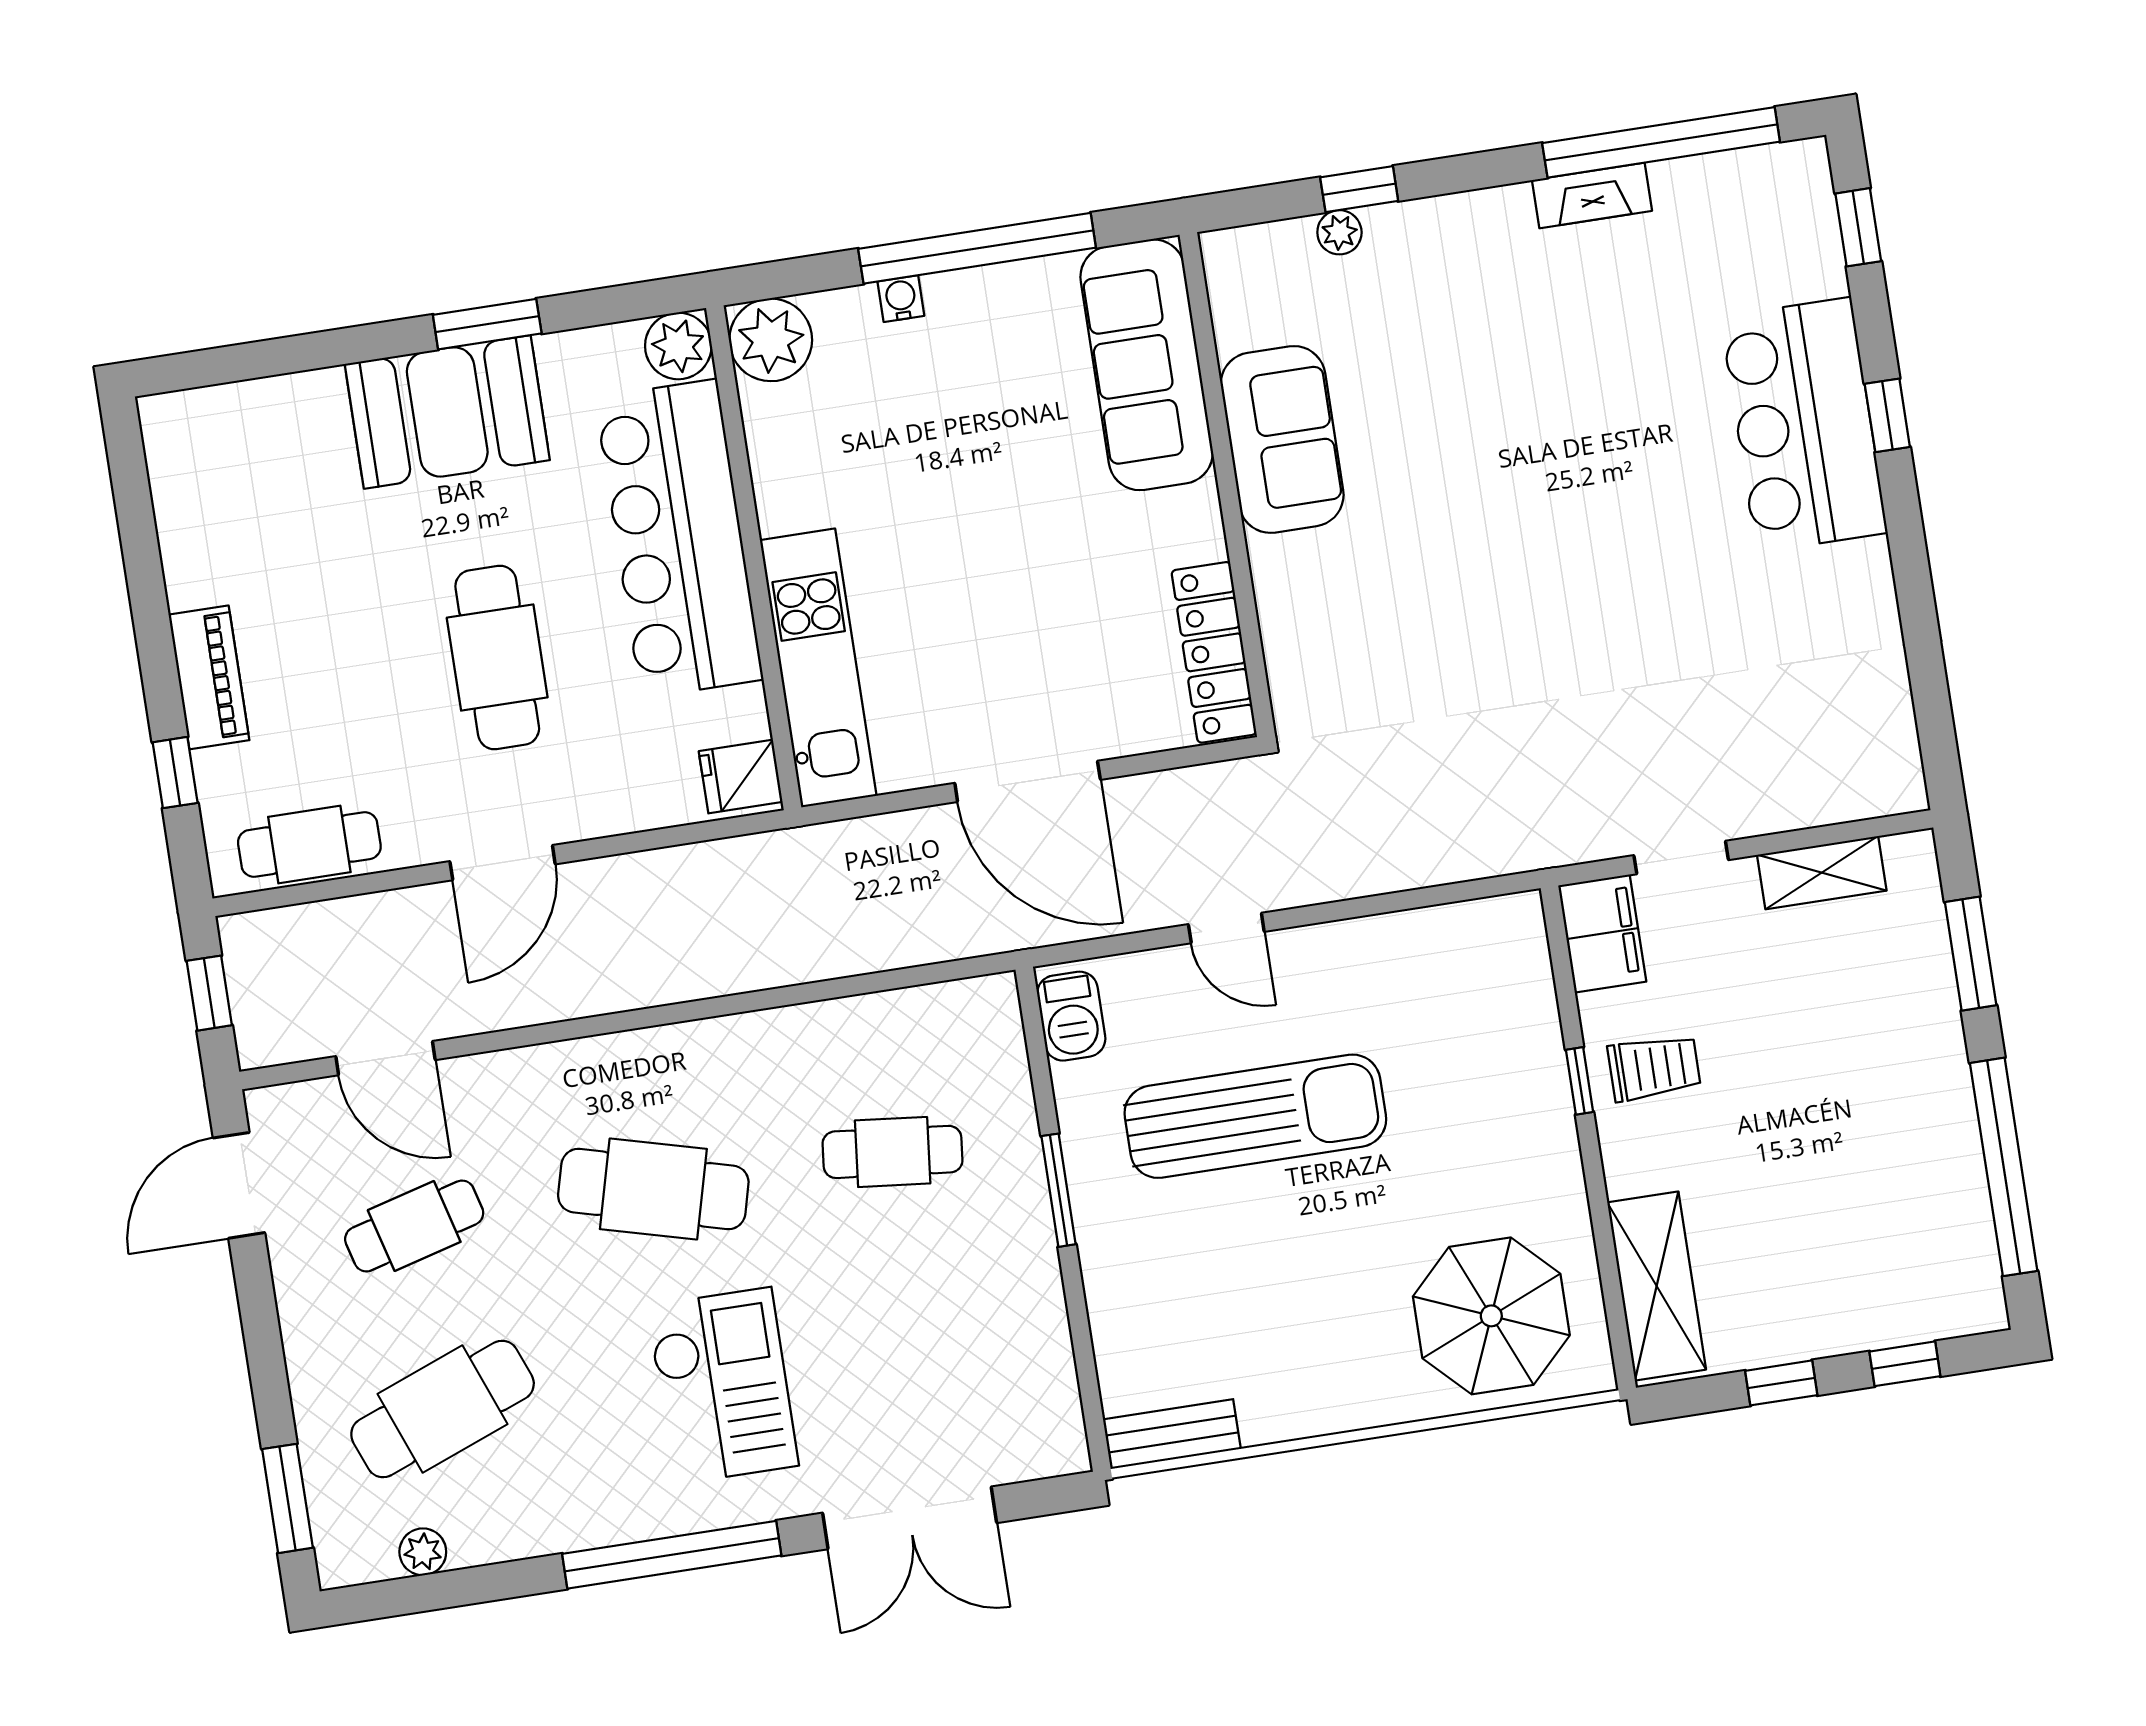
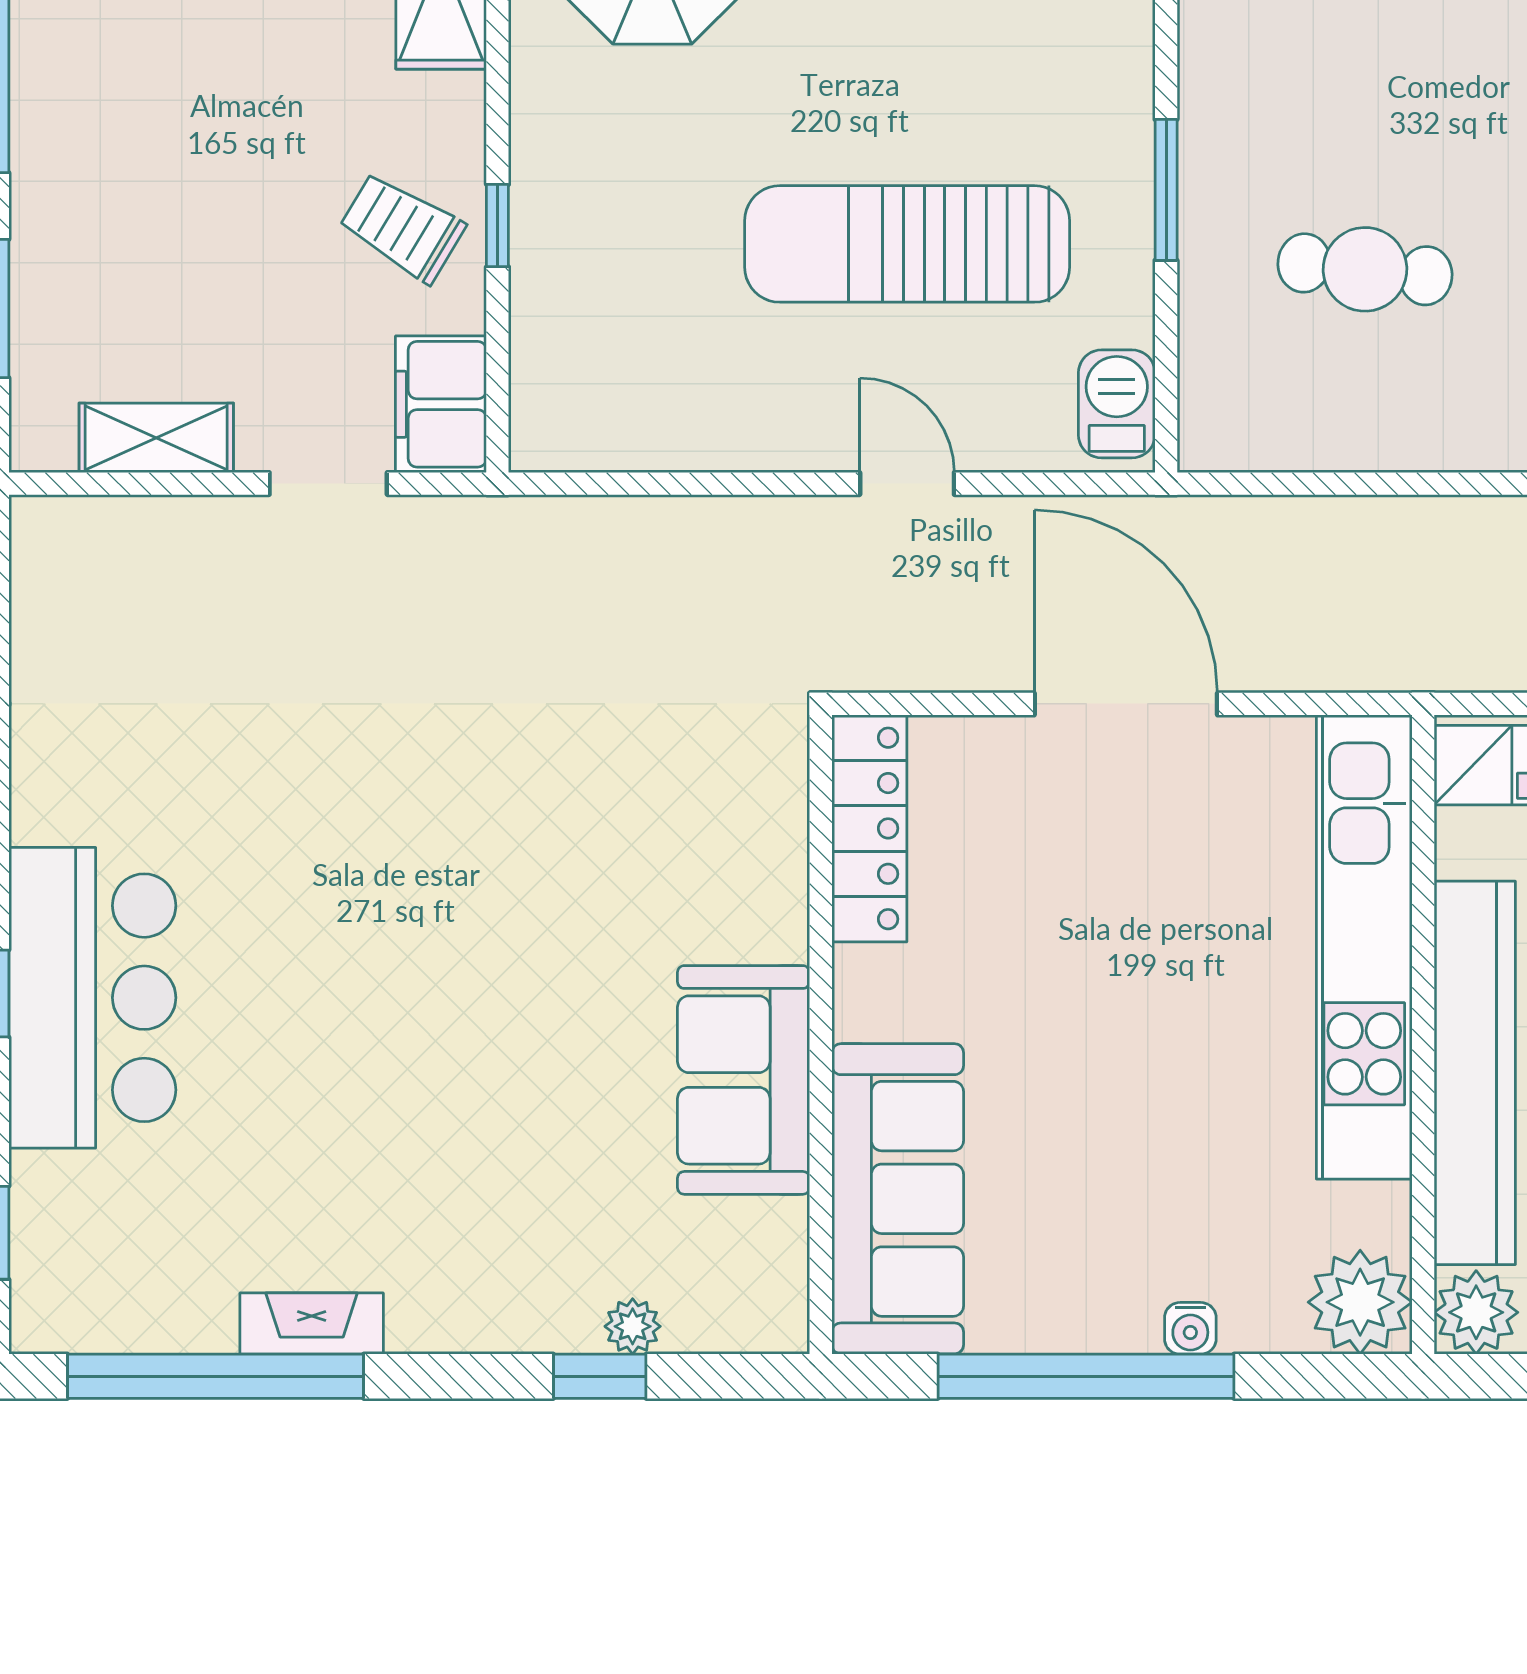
kitchen unit: (818, 668) -> (1364, 947), width x1.36
trolley: (1654, 1068) -> (402, 227), turned 31

